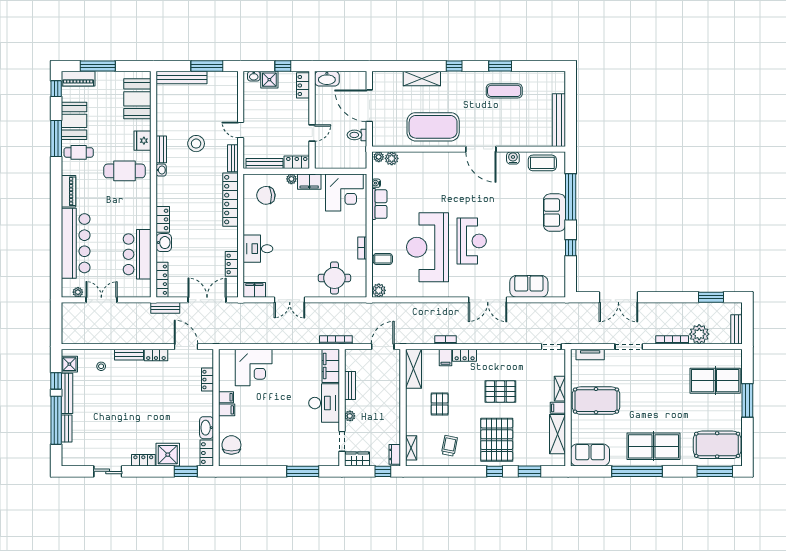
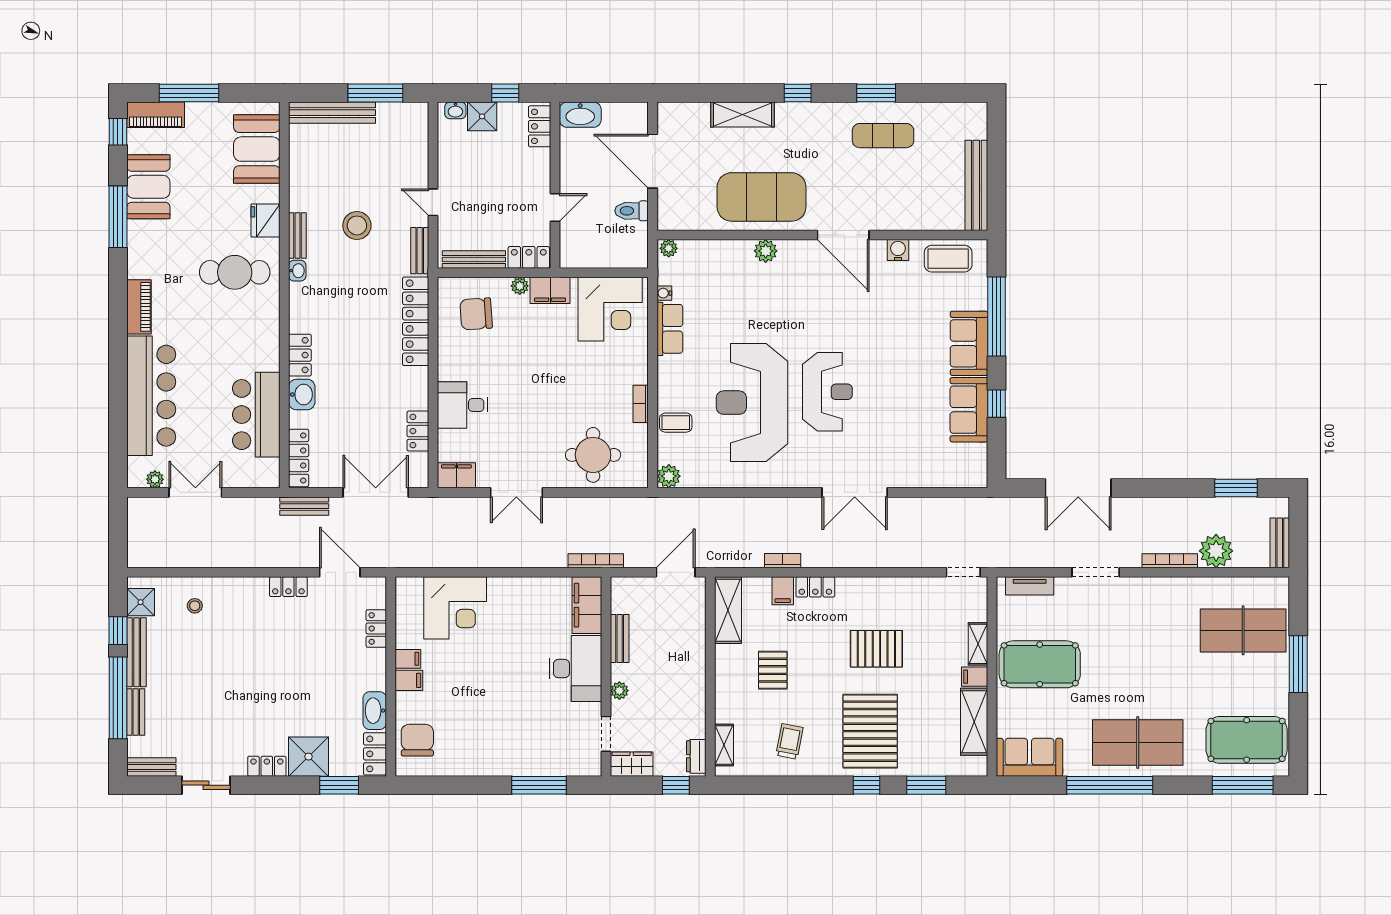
cafe table: (79, 152) -> (156, 241), removed
plant: (392, 158) -> (766, 251), moved
sofa: (529, 286) -> (969, 410), moved, turned -90
bench: (129, 355) -> (151, 767), moved

